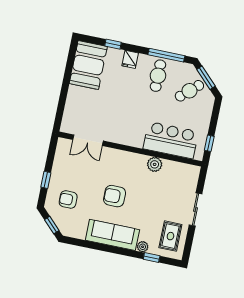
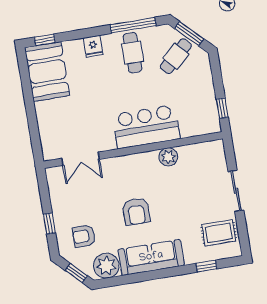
window: (113, 44) -> (45, 40), moved
bar counter: (171, 140) -> (146, 127), moved
armchair: (115, 196) -> (136, 212), turned -90
rug: (170, 236) -> (219, 233), turned 90
plant: (143, 247) -> (106, 266), moved, width x1.87, depth x1.87

